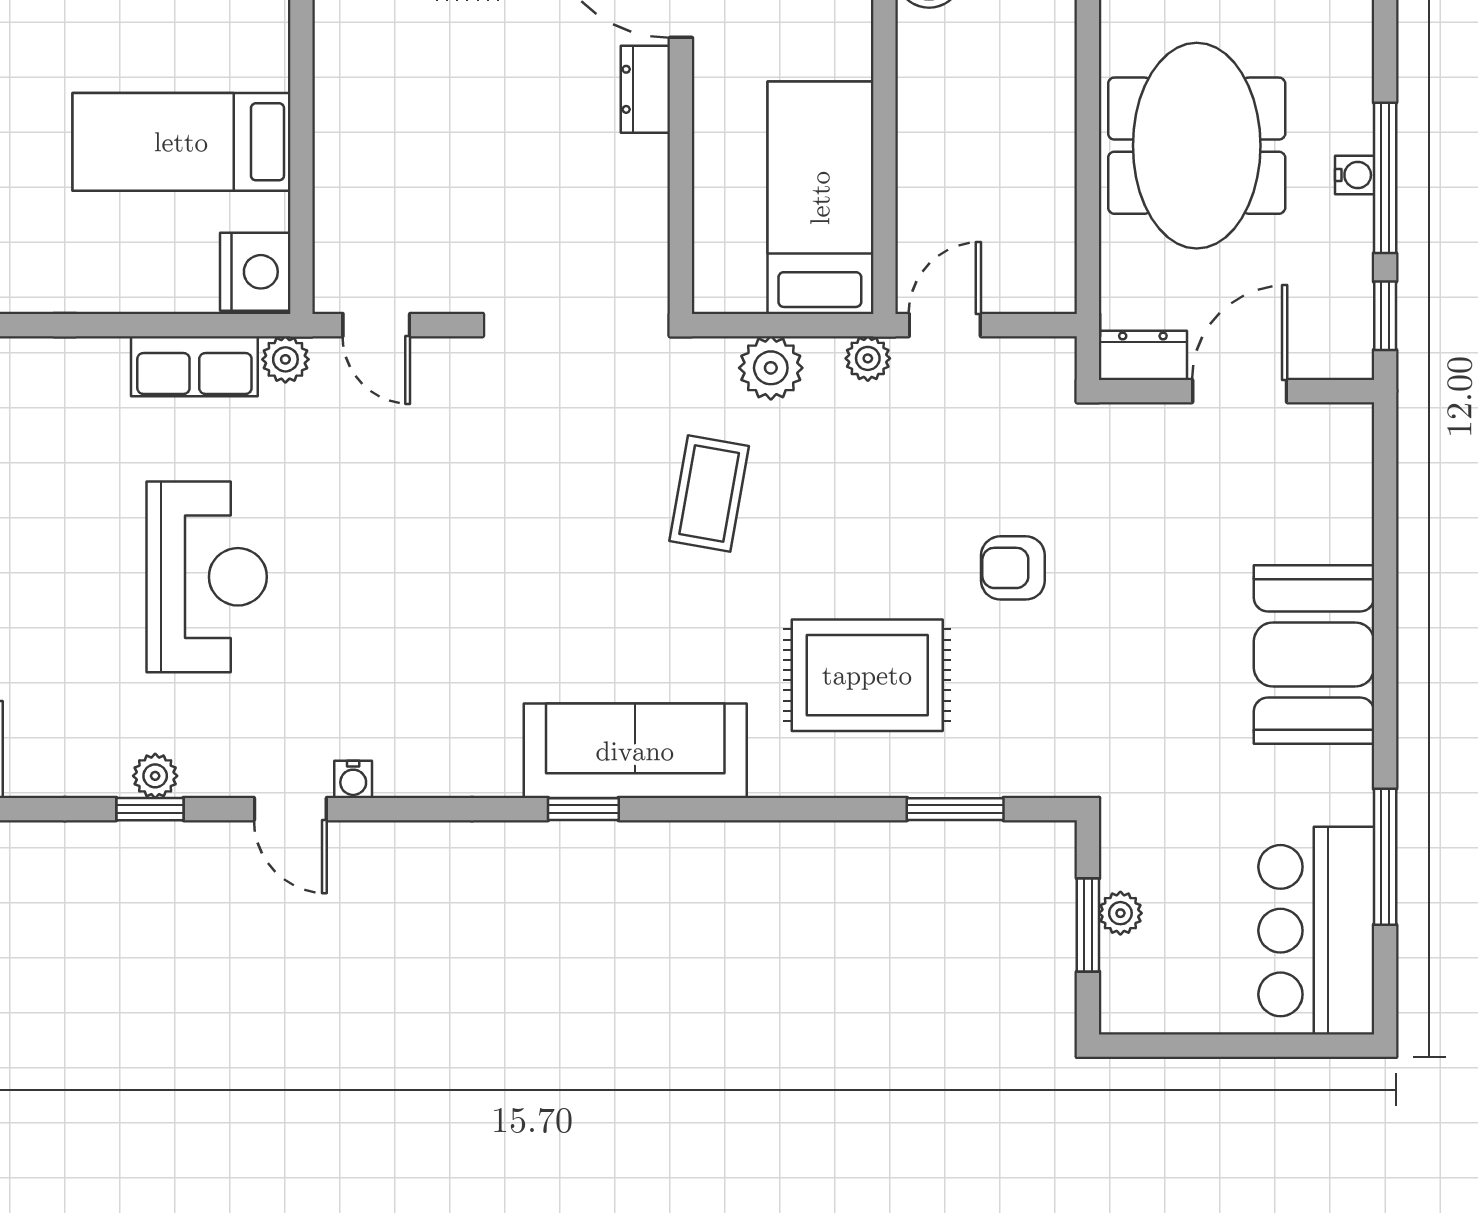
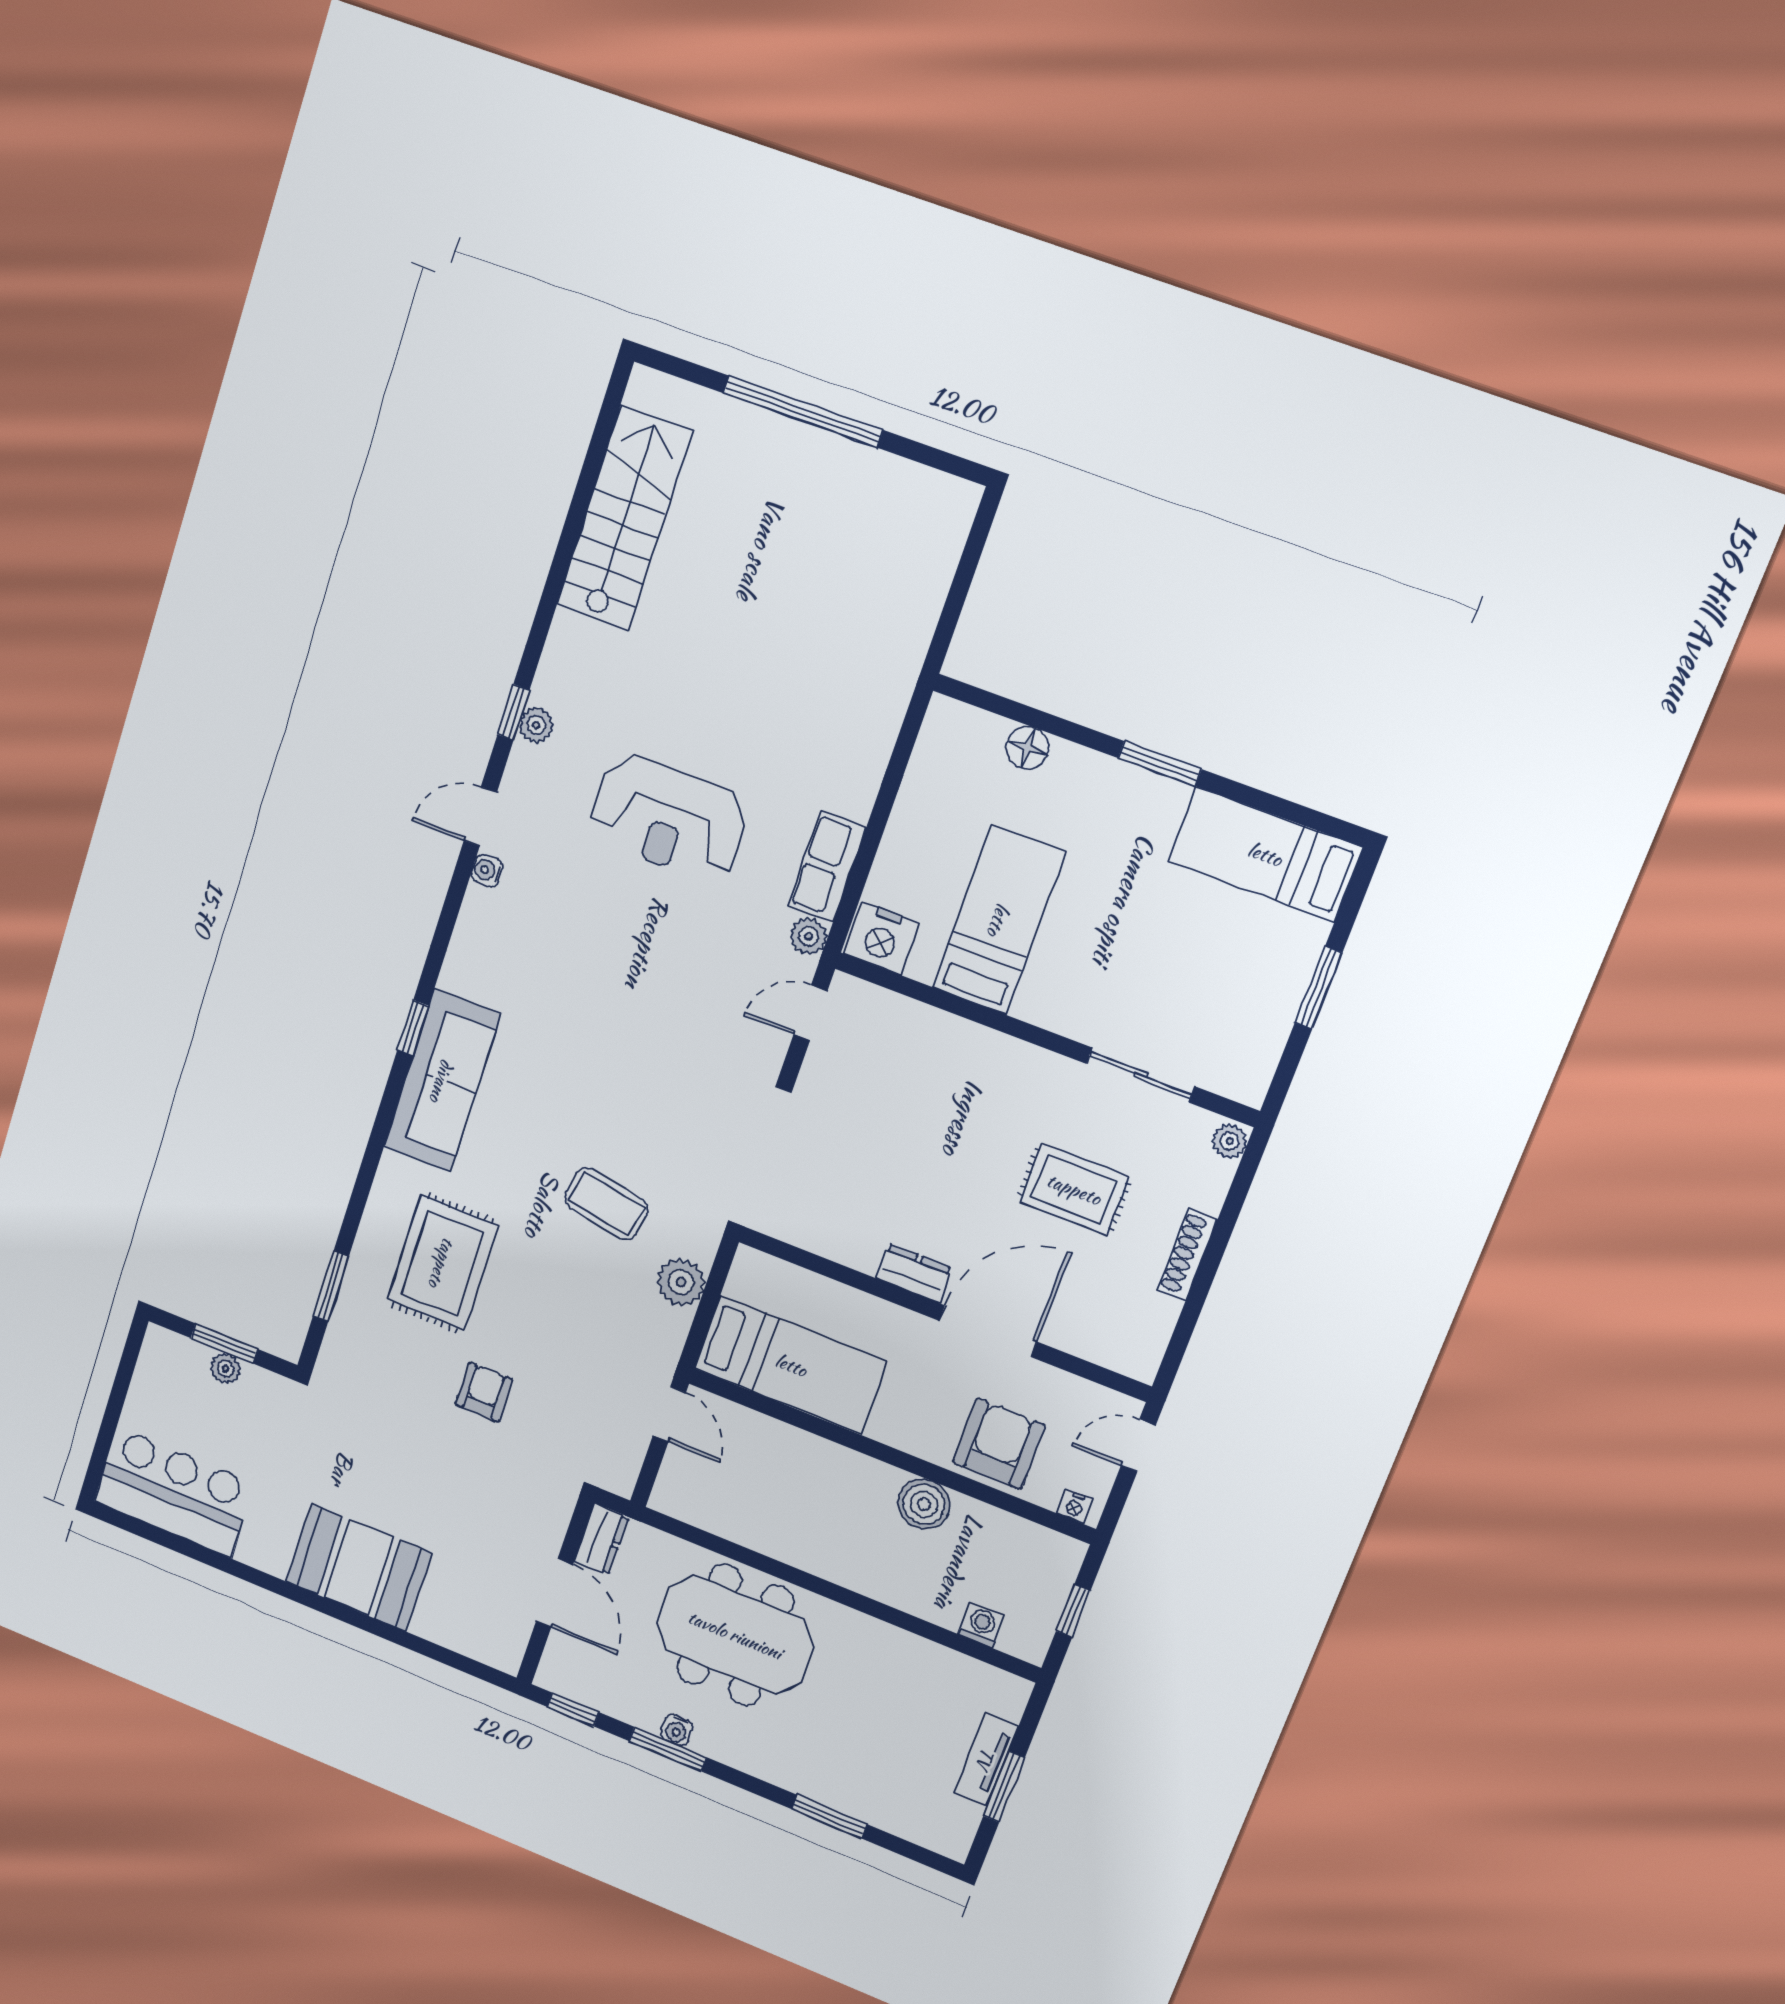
window: (1385, 178) -> (668, 1749), width x0.69
plant: (868, 358) -> (664, 1352), removed
window: (1385, 857) -> (209, 1557), removed

